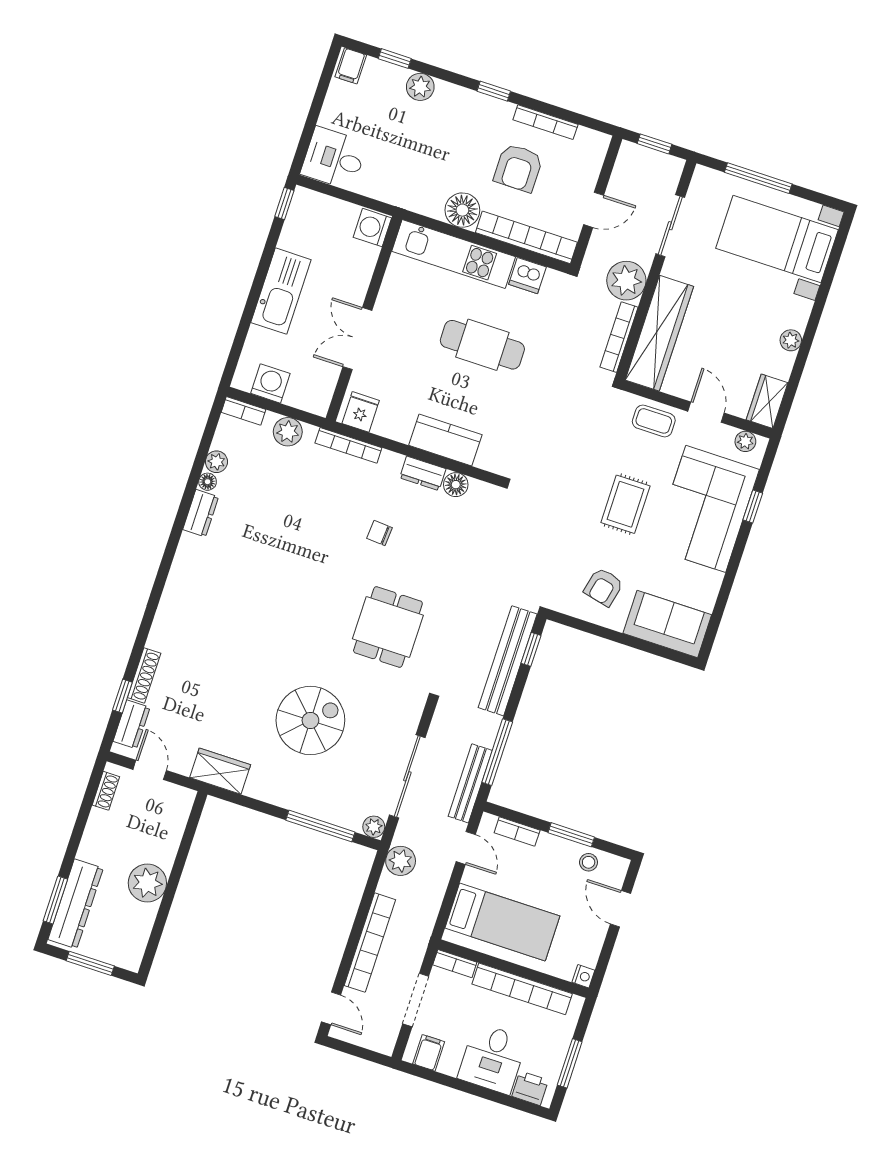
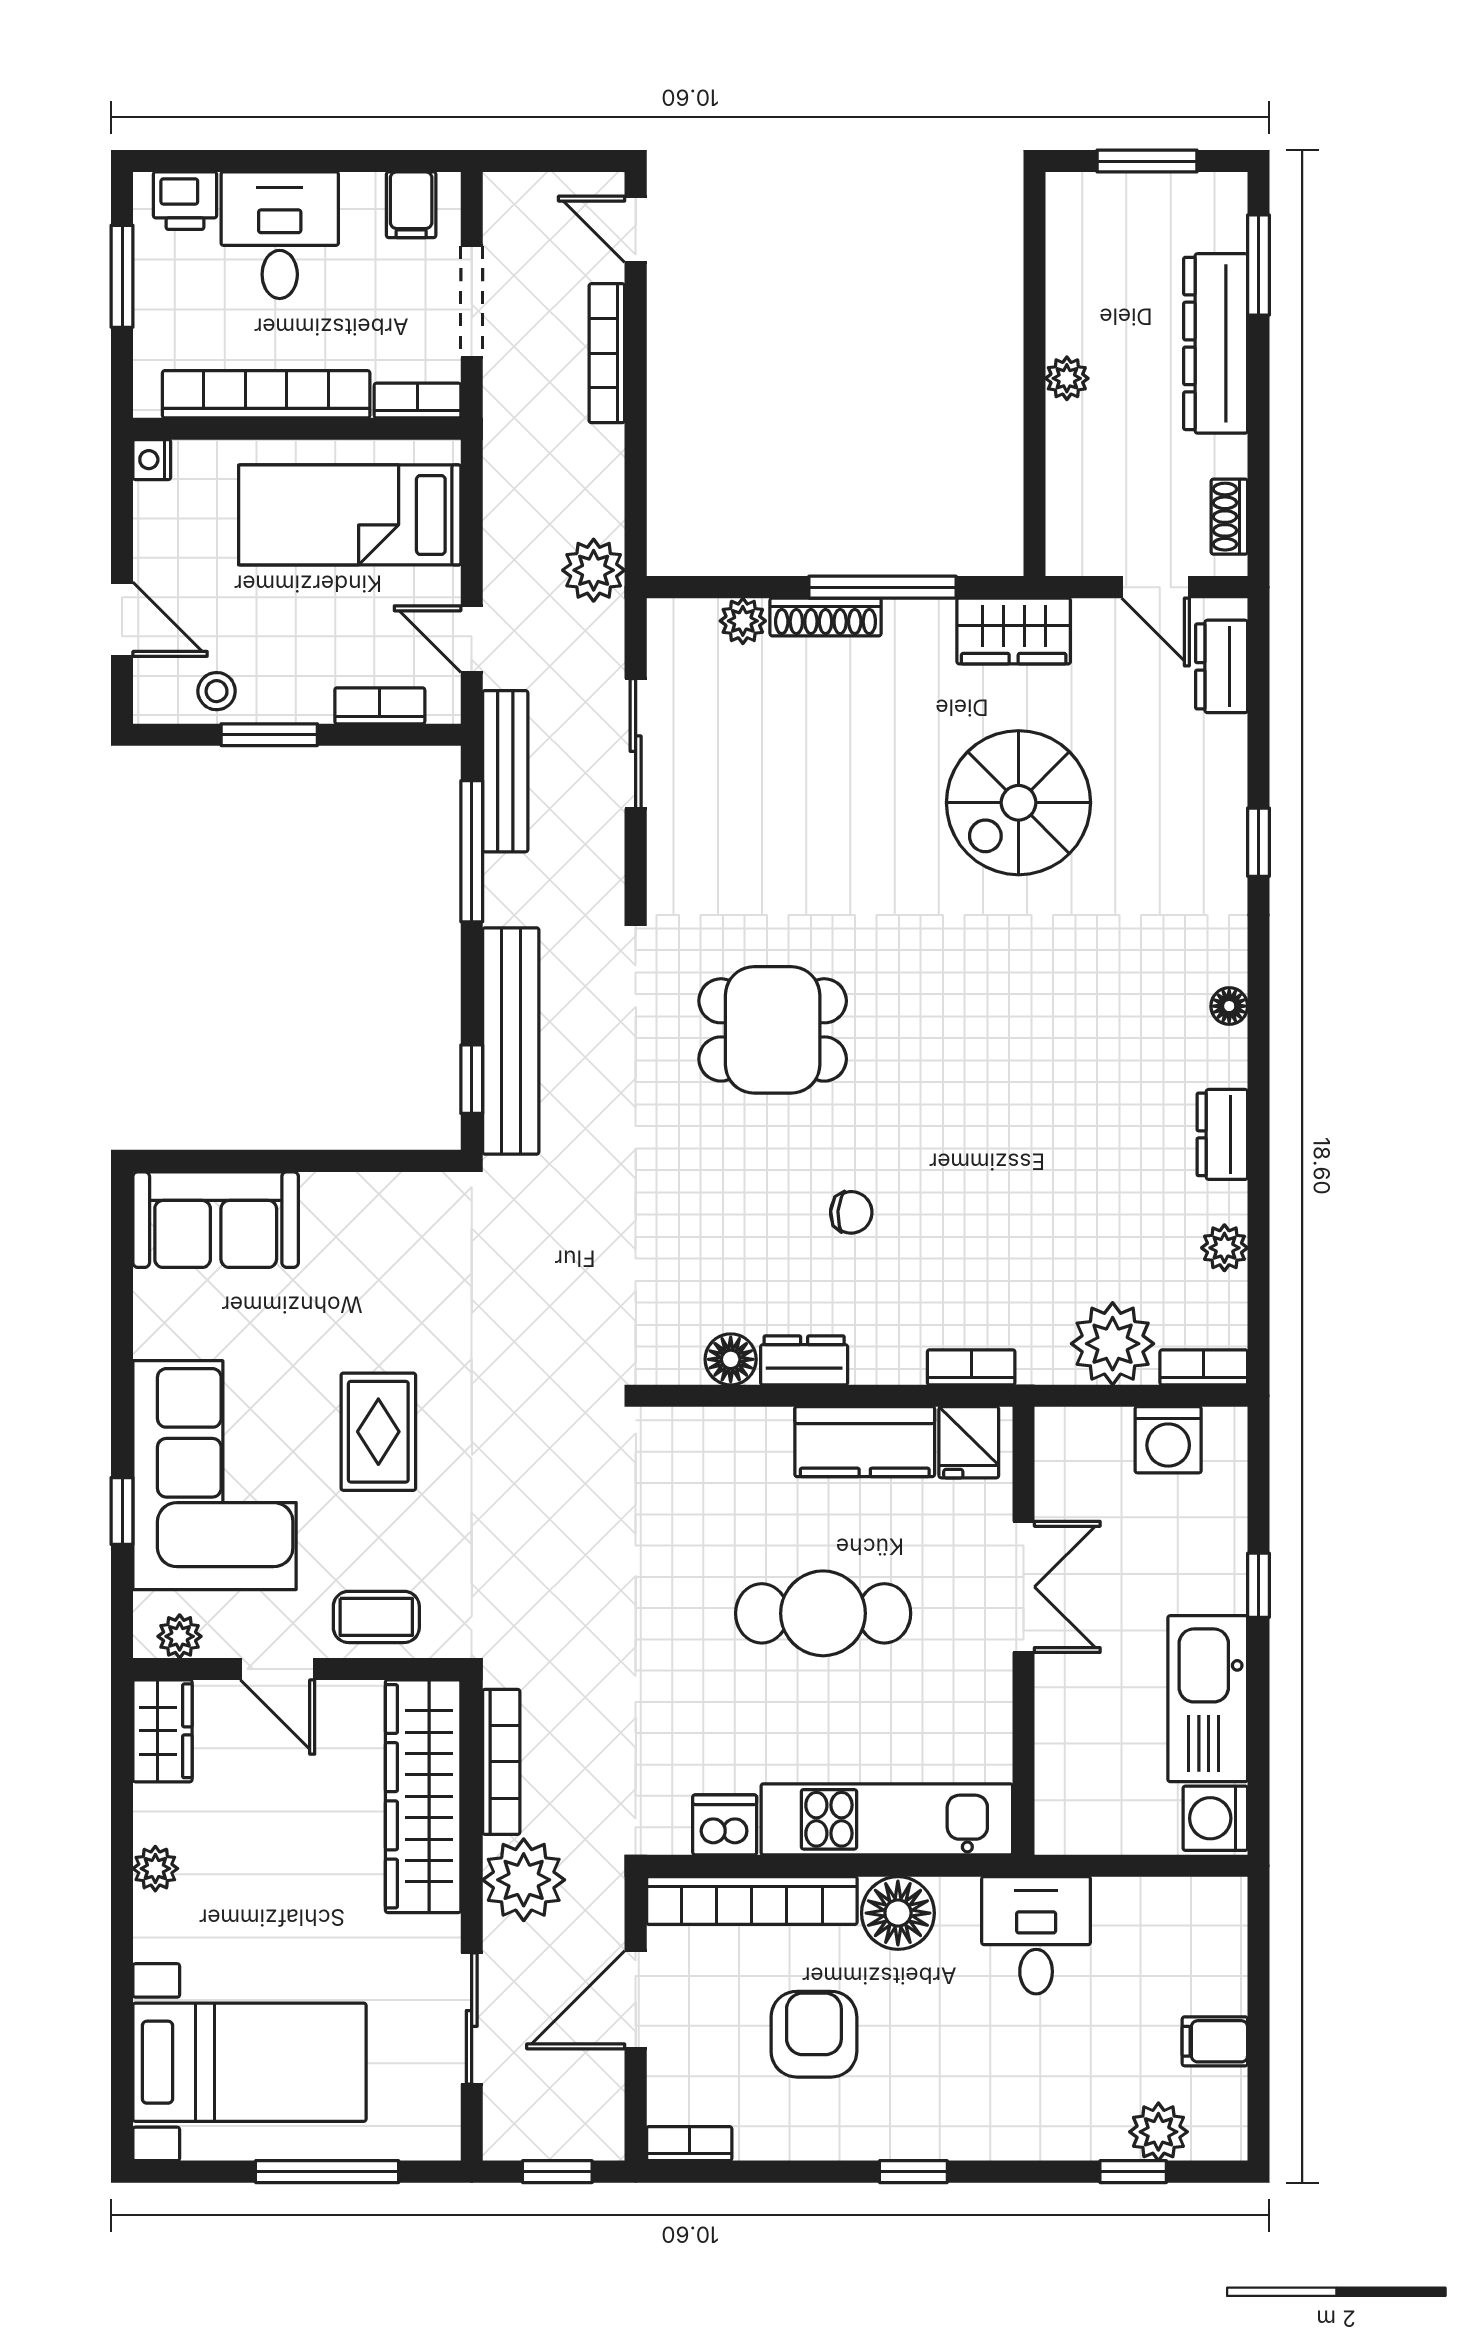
filing cabinet: (351, 66) -> (1215, 2041), moved, turned -90
plant: (420, 87) -> (1158, 2132), moved
bookcase: (545, 122) -> (689, 2144), moved, width x0.64
desk: (334, 158) -> (1036, 1935), moved, turned -90
window: (284, 203) -> (1258, 1585), moved
door: (594, 210) -> (636, 2000), width x1.38
washing machine: (372, 228) -> (1215, 1818), moved, turned 180
kitchen sink: (281, 291) -> (1208, 1699), moved
cafe table: (482, 345) -> (823, 1613), moved
plant: (288, 432) -> (1113, 1344), width x1.36, depth x1.36
kitchen counter: (445, 440) -> (865, 1442), moved
bookcase: (348, 445) -> (971, 1367), width x0.64
floor lamp: (208, 482) -> (1229, 1006), moved
armchair: (604, 587) -> (368, 1252), removed
dining table: (388, 627) -> (773, 1030), turned 90
shoe rack: (144, 675) -> (826, 617), moved, turned -90
window: (122, 696) -> (1258, 842), moved
spiral stairs: (310, 720) -> (1019, 803), moved
sliding door: (407, 776) -> (636, 744), width x0.73
window: (320, 826) -> (882, 587), moved
plant: (374, 827) -> (743, 621), moved
plant: (147, 883) -> (1067, 378), width x0.53, depth x0.53
dresser: (76, 904) -> (1216, 343), moved
bookcase: (370, 943) -> (607, 353), width x0.68, depth x0.76

